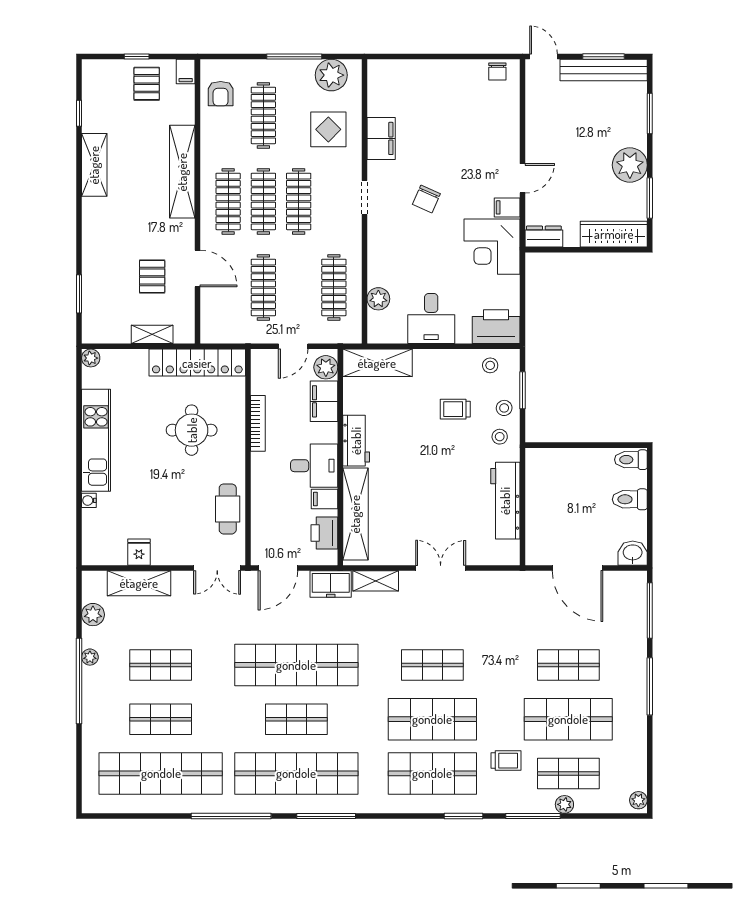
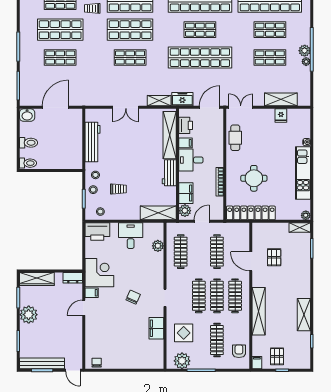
shelving: (152, 334) -> (300, 227), moved
door: (578, 568) -> (55, 107), hinge flipped
plant: (93, 615) -> (305, 51), moved

